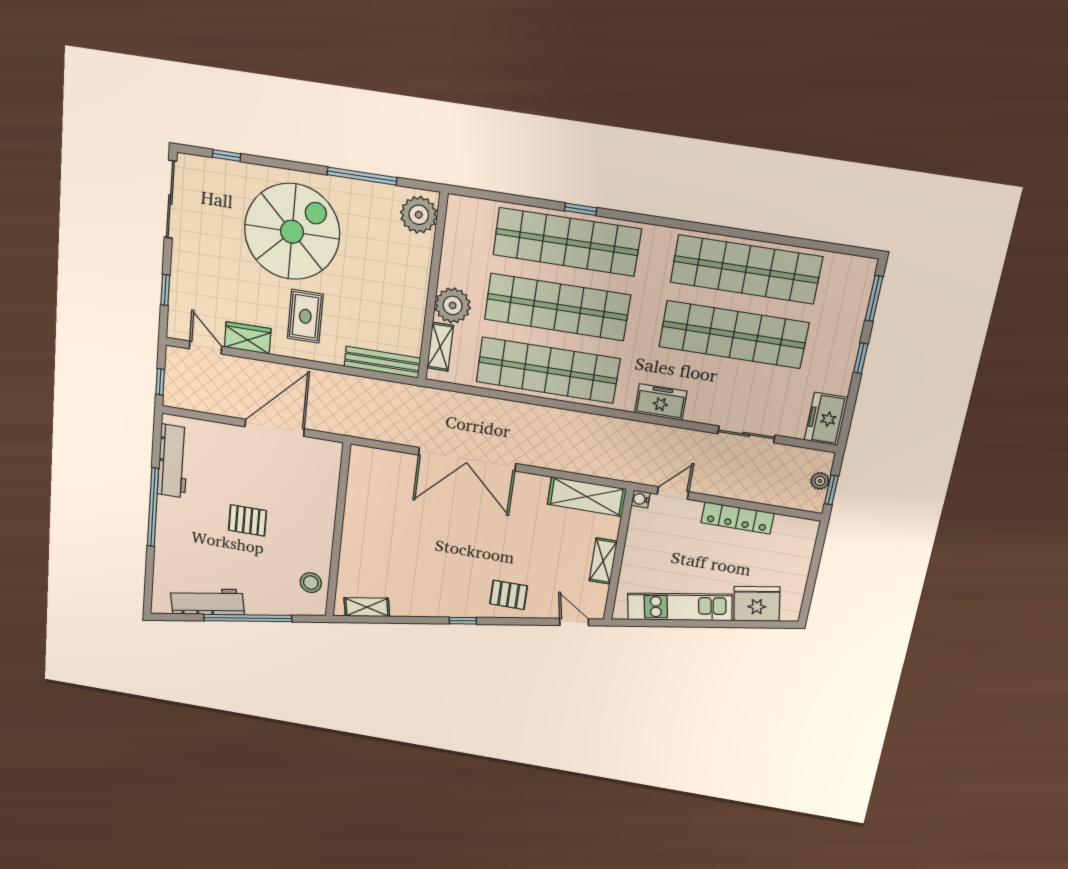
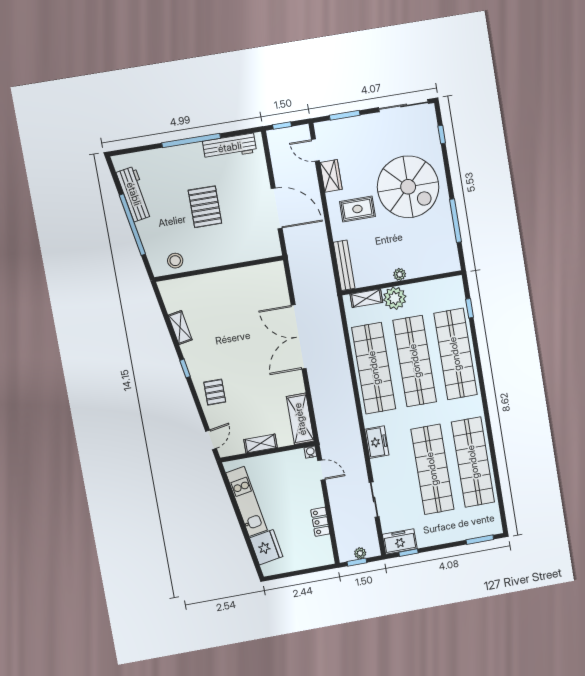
window: (581, 209) -> (470, 308), moved
plant: (419, 215) -> (400, 274), moved, width x0.53, depth x0.53
window: (165, 290) -> (345, 115), width x1.50
door: (205, 348) -> (315, 150), swing flipped
window: (861, 358) -> (408, 553), moved
locker: (737, 518) -> (320, 522), width x0.66
pallet: (248, 520) -> (205, 207), width x1.50, depth x1.42
shelving: (367, 607) -> (180, 328), moved

